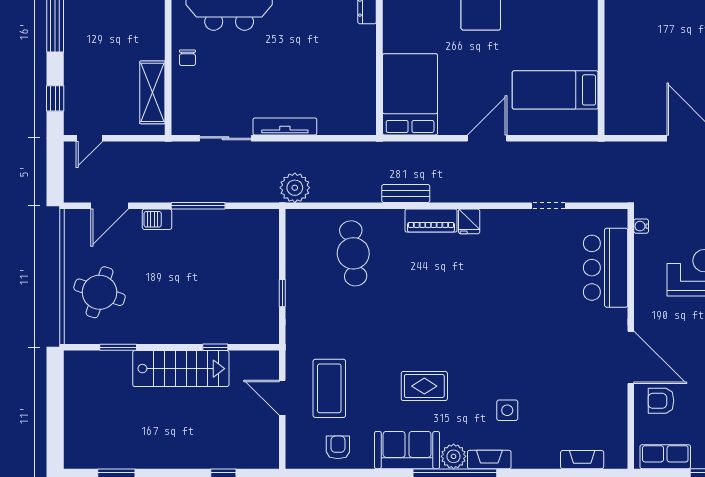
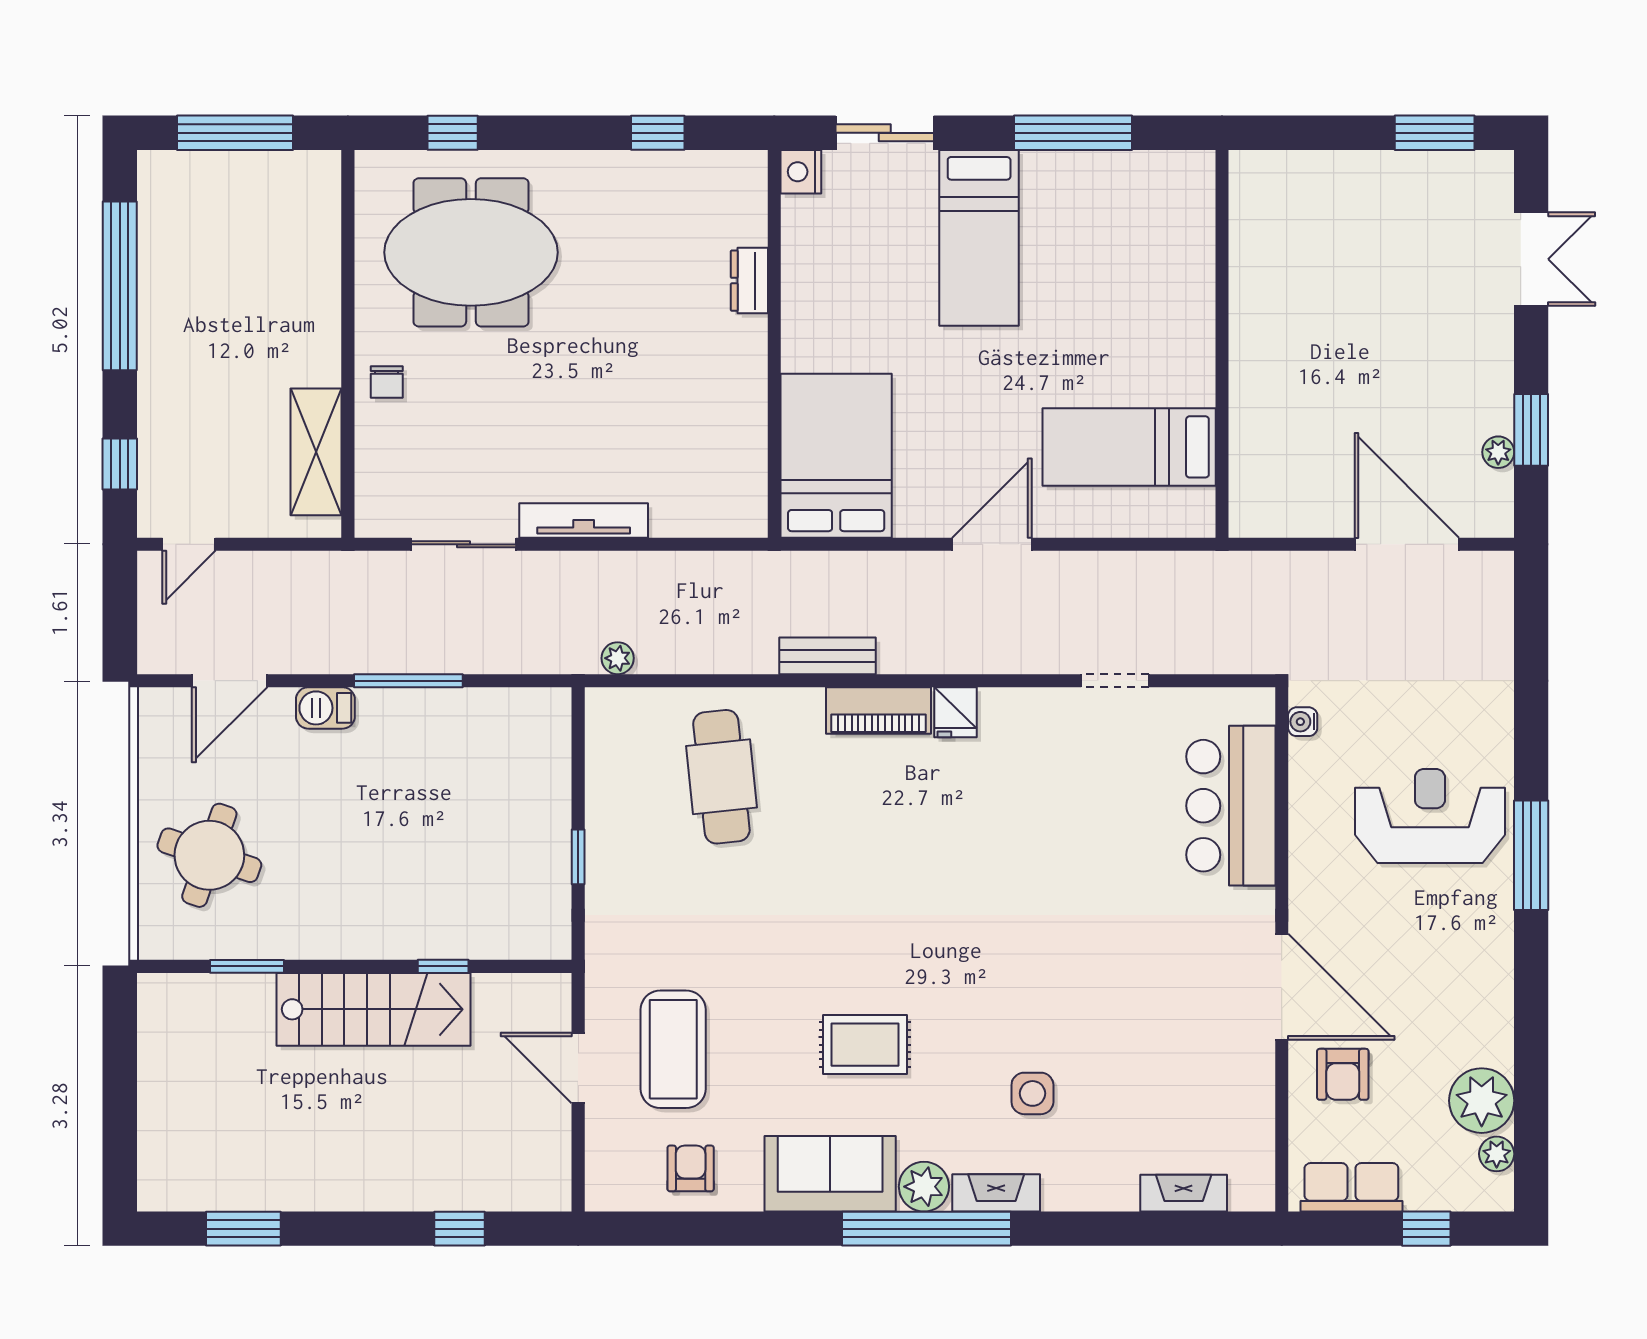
plant: (295, 188) -> (618, 658), width x0.53, depth x0.53
armchair: (661, 401) -> (1343, 1074), turned -90

